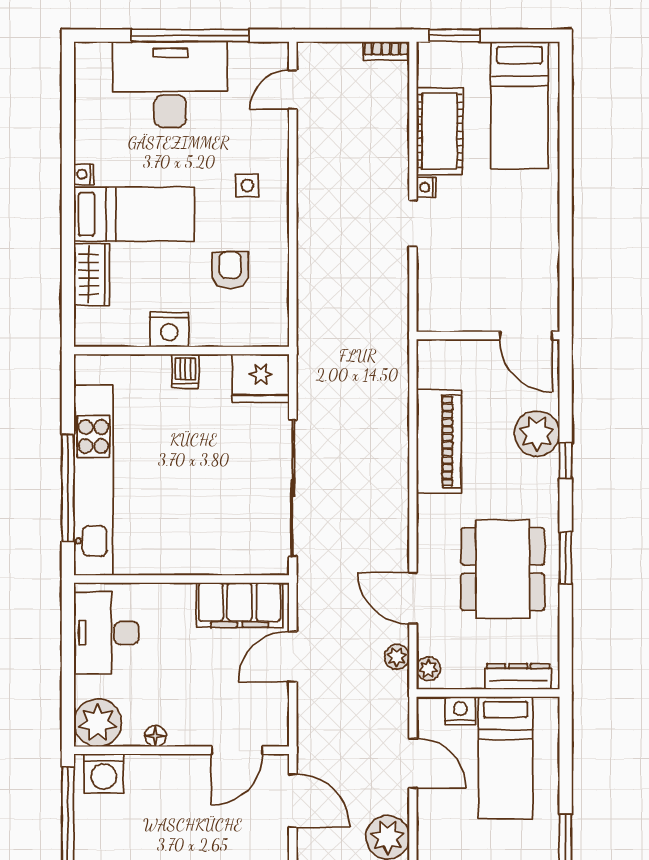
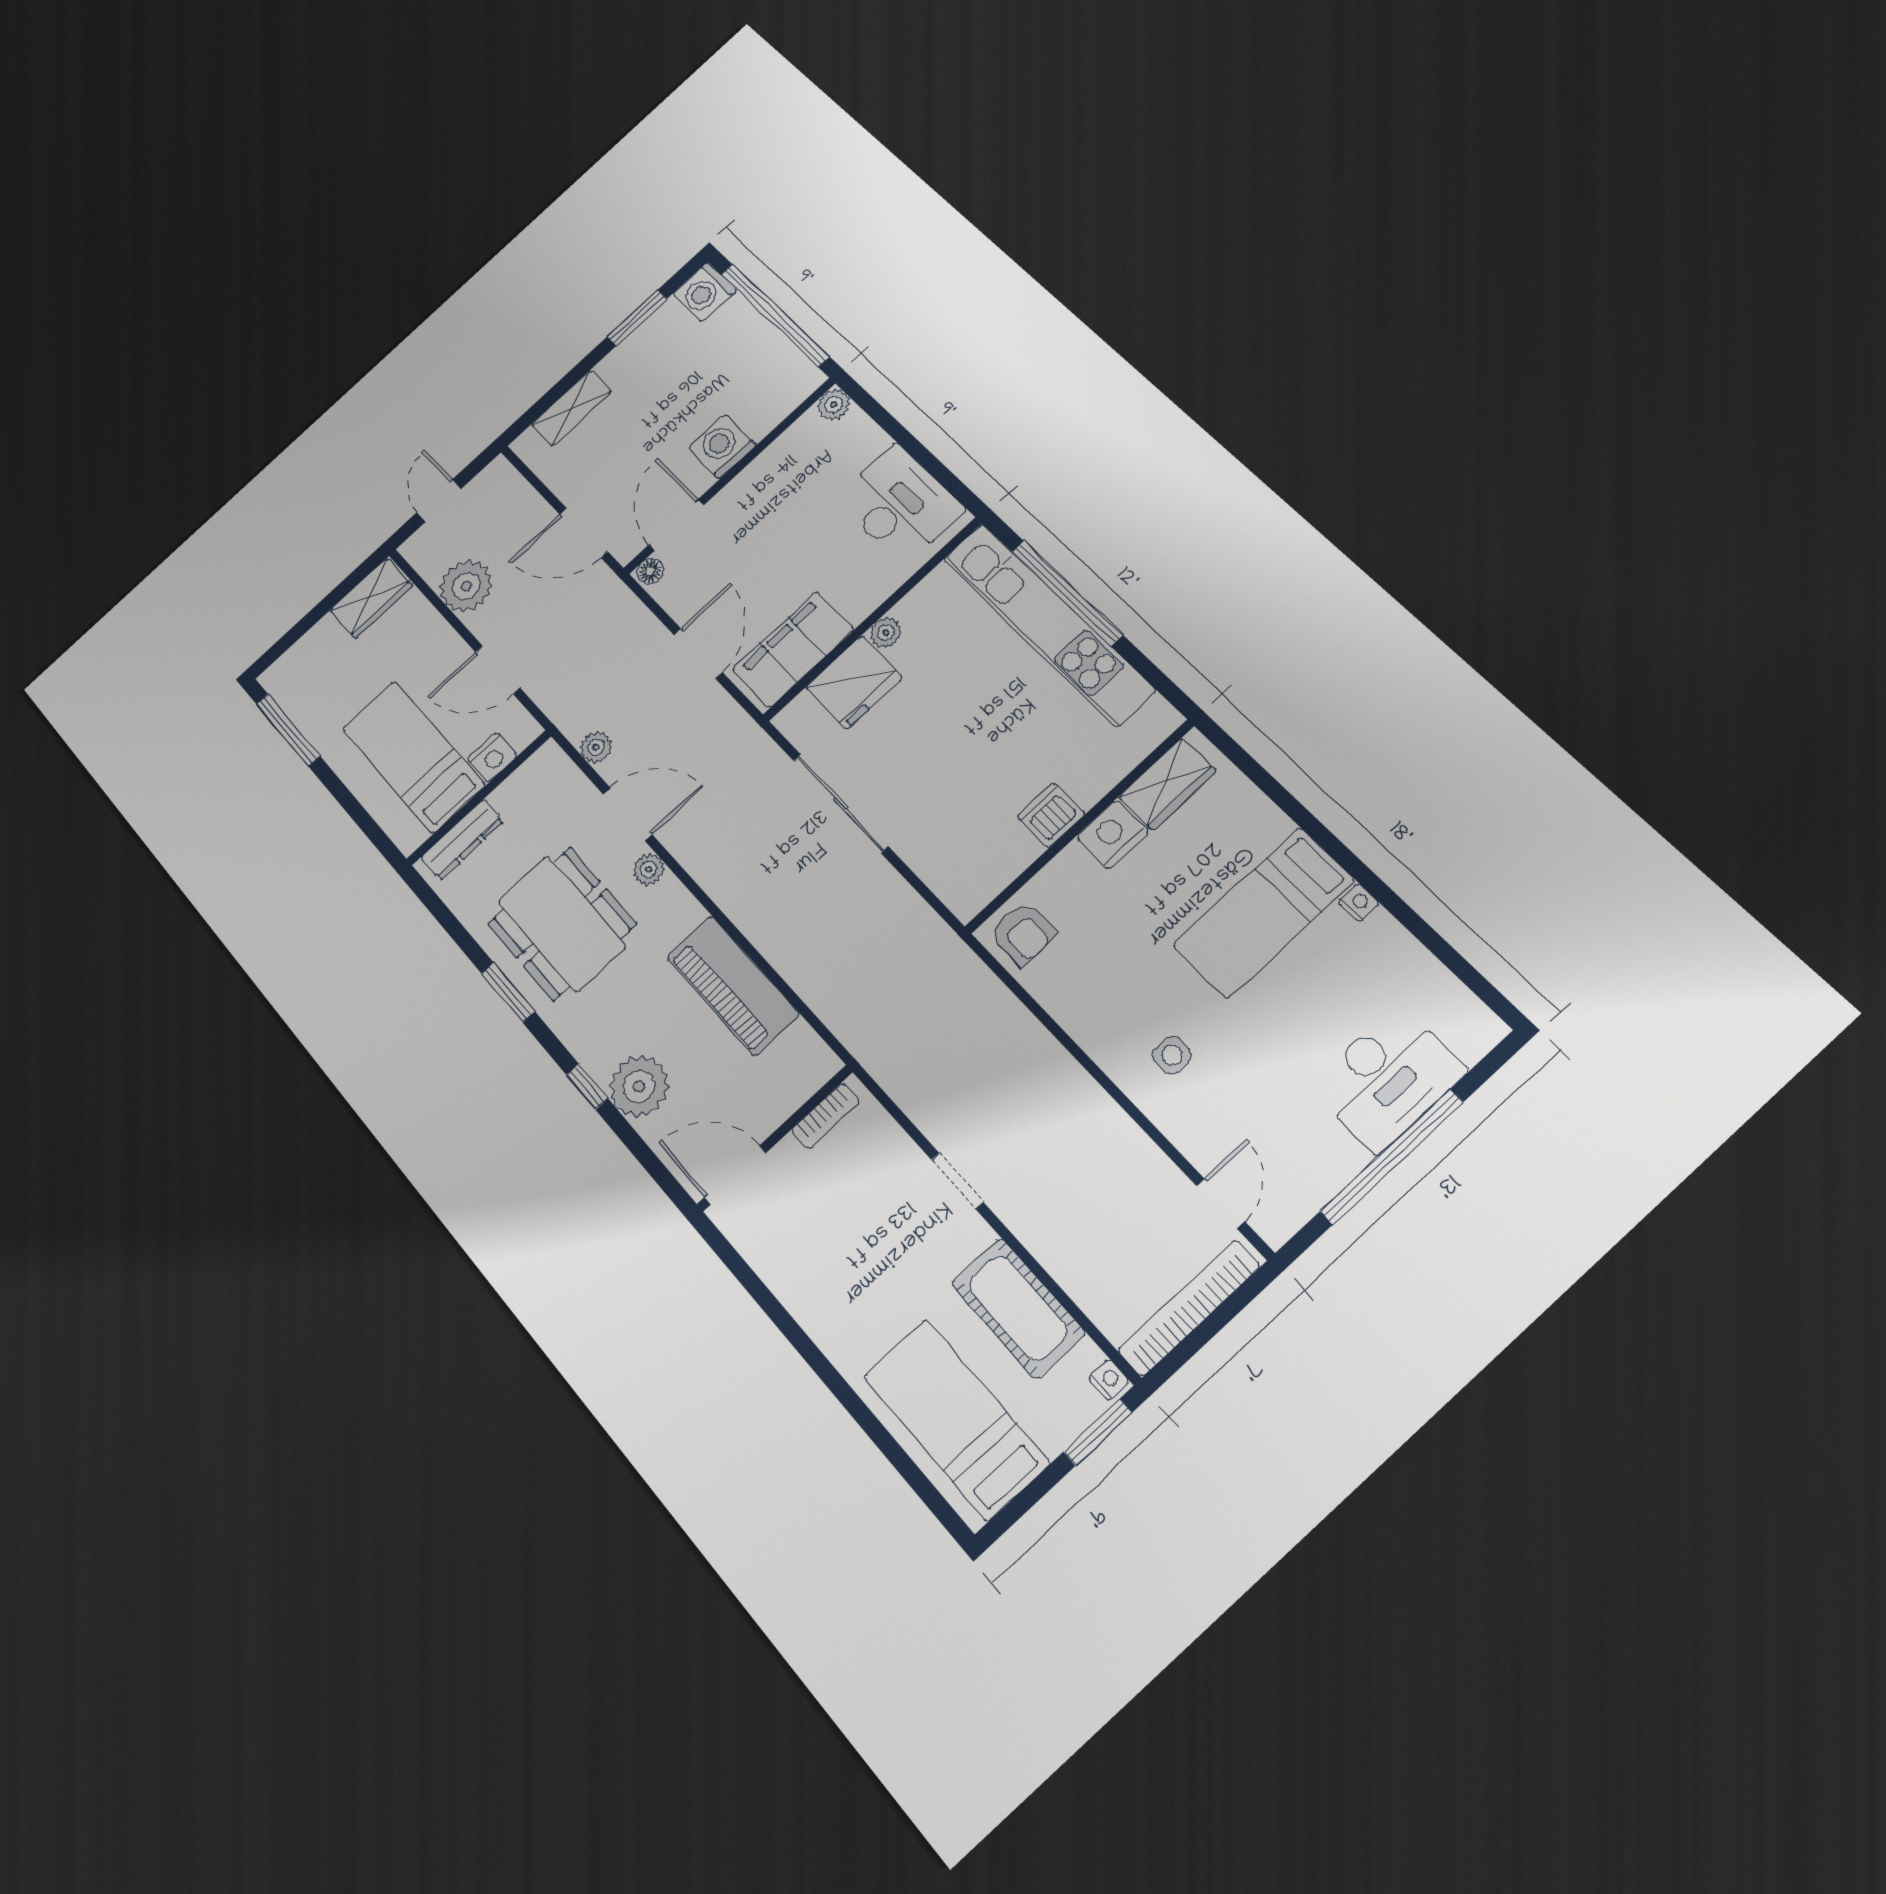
bookcase: (386, 51) -> (1189, 1308), width x2.31, depth x1.31
desk: (170, 85) -> (1388, 1078), width x0.73, depth x0.77
nightstand: (426, 187) -> (1109, 1380), moved
armchair: (230, 270) -> (1023, 933), moved
wardrobe: (92, 274) -> (1167, 784), moved, turned -90
bookcase: (451, 322) -> (826, 1116), added
dishwasher: (185, 371) -> (1051, 815), width x1.38
fridge: (261, 378) -> (854, 683), moved, turned 180
sliding door: (293, 488) -> (840, 803), width x0.73
plant: (182, 563) -> (886, 633), added
plant: (428, 669) -> (649, 869), moved
plant: (98, 723) -> (834, 405), width x0.53, depth x0.53
floor lamp: (155, 736) -> (650, 571), moved
washing machine: (104, 773) -> (722, 447), moved

